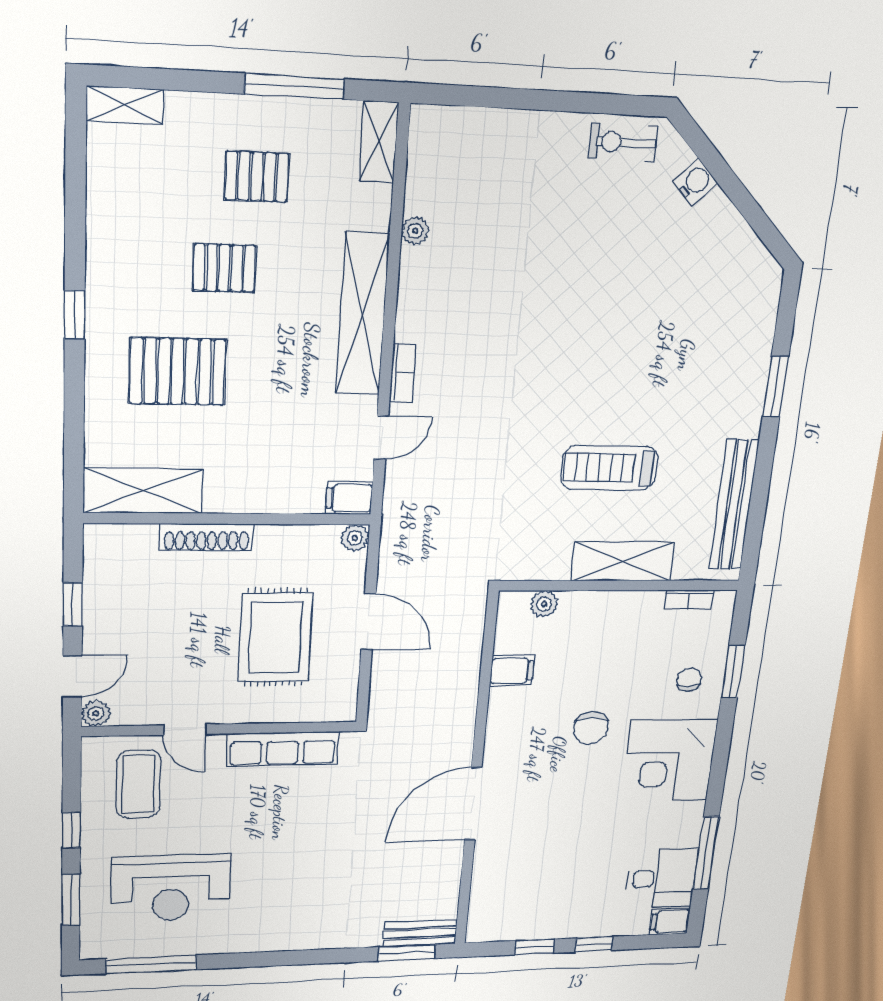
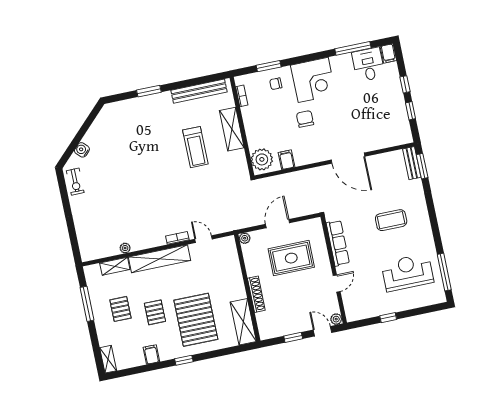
shelving: (379, 142) -> (115, 266), moved
pallet: (178, 372) -> (196, 320), width x1.37, depth x1.41
filing cabinet: (349, 498) -> (151, 354), moved, turned 180
plant: (544, 604) -> (262, 159), width x1.88, depth x1.88
chair: (591, 728) -> (305, 119), turned -90
coffee table: (138, 784) -> (391, 220), moved
reception desk: (171, 888) -> (407, 272), turned -90
window: (71, 900) -> (420, 311), removed

